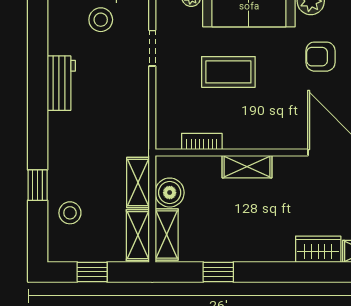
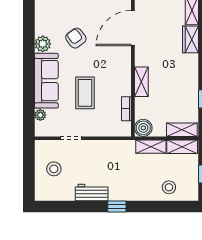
armchair: (320, 57) -> (76, 38), turned 143
window: (38, 185) -> (117, 207), moved
boiler: (170, 193) -> (143, 128), moved

